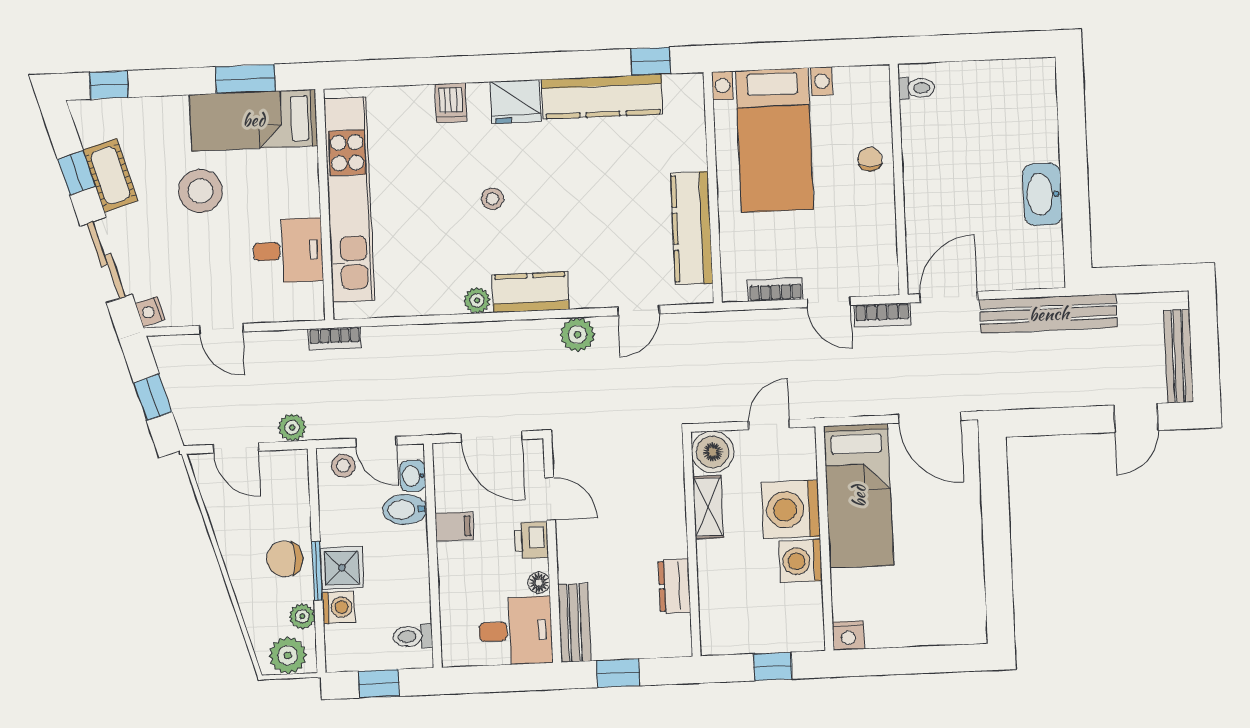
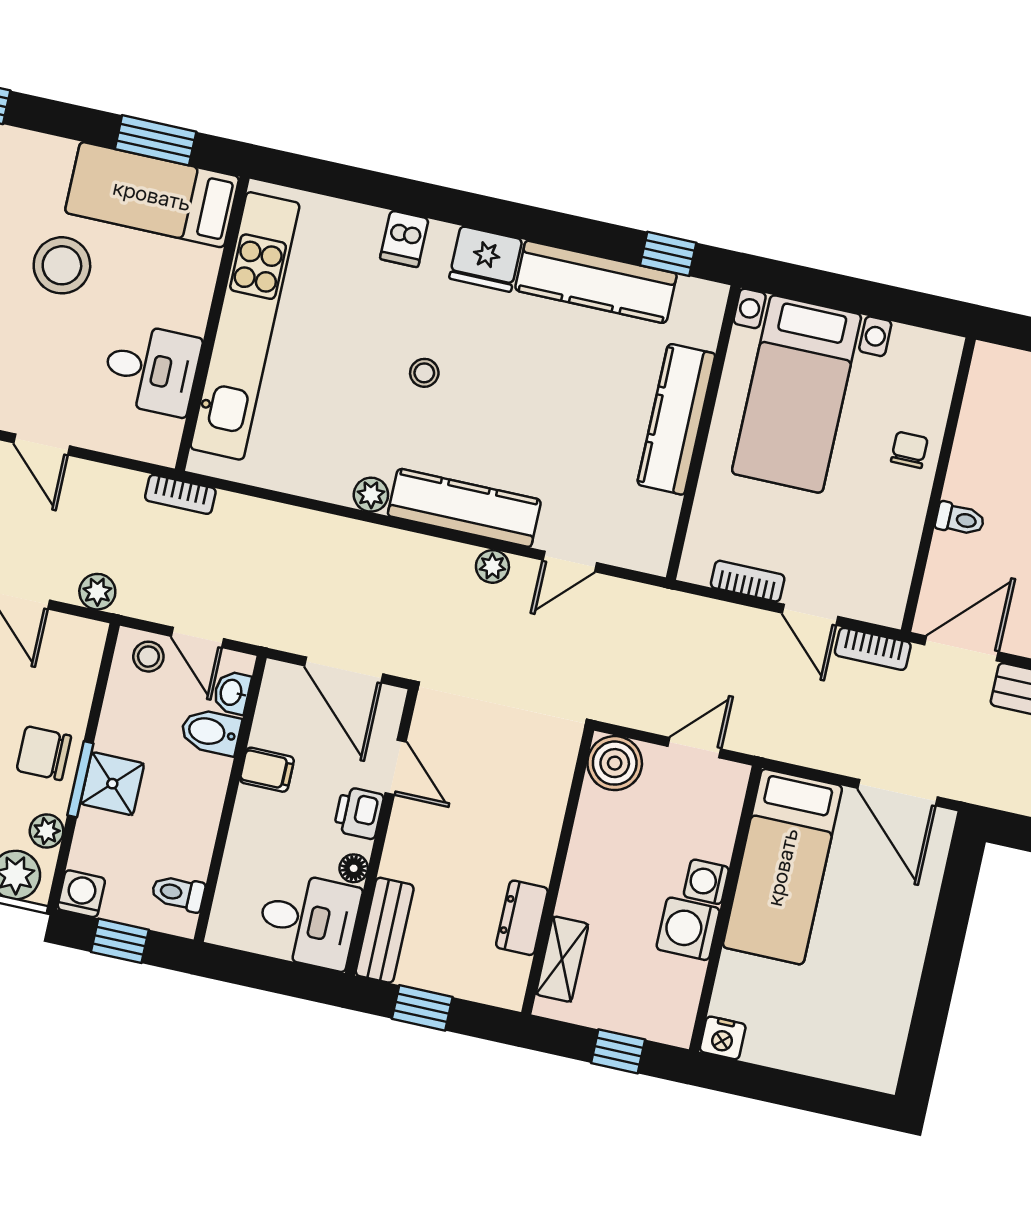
toilet: (917, 88) -> (960, 519), moved
kitchen counter: (692, 228) -> (676, 419), moved
kitchen counter: (530, 292) -> (464, 508), width x1.50
plant: (577, 335) -> (492, 566), width x0.73, depth x0.73
shelving: (708, 507) -> (562, 959), moved
washing machine: (791, 509) -> (706, 882), width x0.53, depth x0.53
washing machine: (338, 607) -> (81, 894), moved, turned -90

